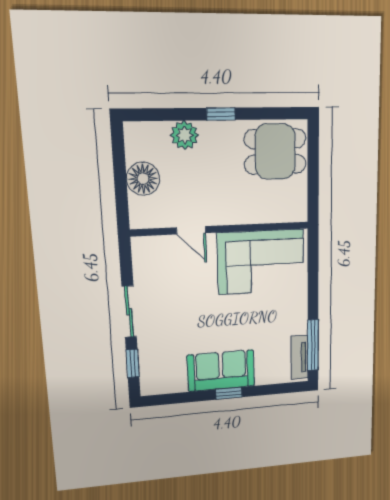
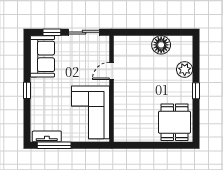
wall: (221, 229) -> (111, 89), moved
door: (191, 230) -> (111, 71), moved
corner sofa: (261, 262) -> (91, 112), moved
sofa: (221, 371) -> (42, 56), moved

